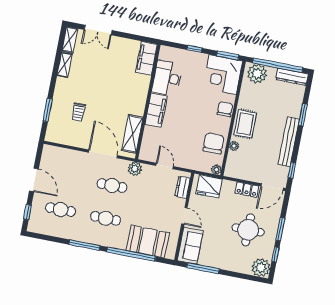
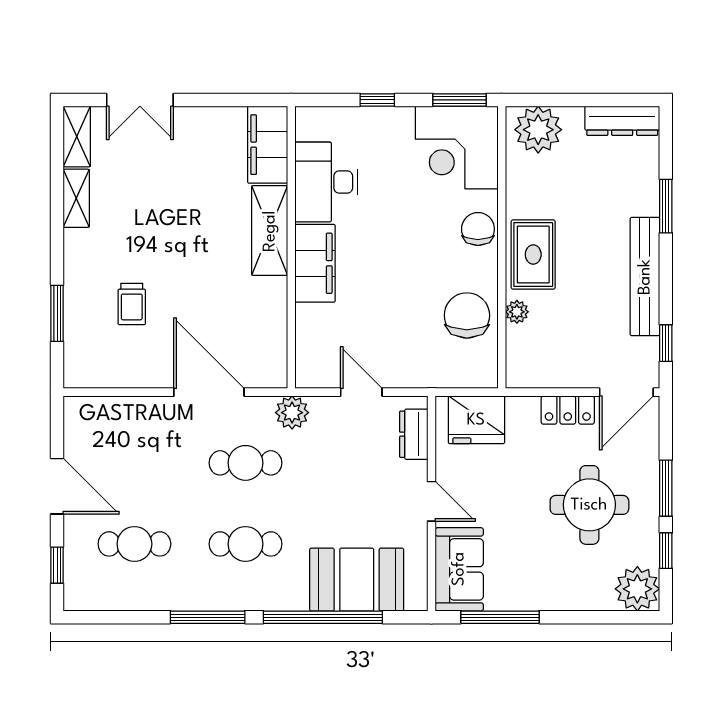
window: (278, 65) -> (583, 100), removed
shelving: (132, 134) -> (270, 231), moved
plant: (216, 170) -> (486, 377), removed

